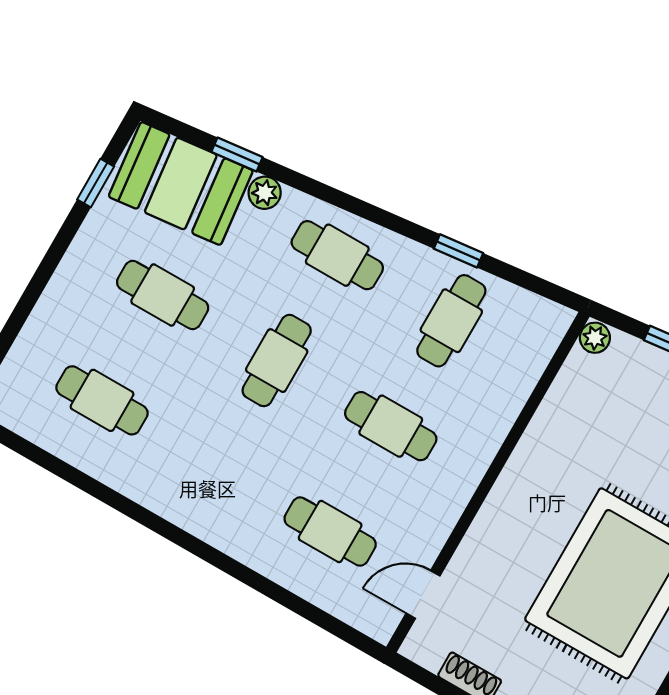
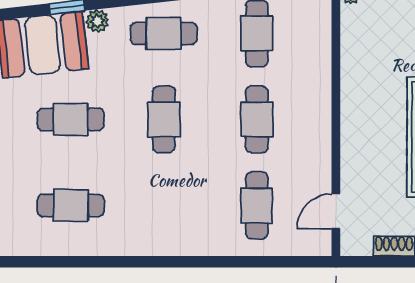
cafe table: (391, 426) -> (257, 119), turned 90
cafe table: (330, 532) -> (257, 205), turned 90

